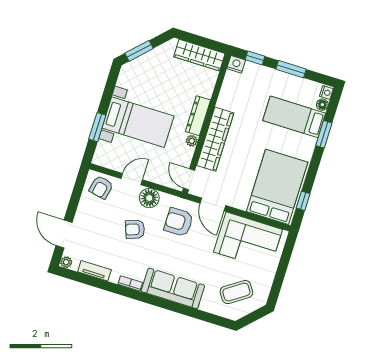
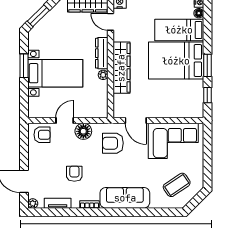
window: (97, 127) -> (24, 66), moved
window: (324, 134) -> (207, 65), moved
door: (189, 179) -> (111, 22), moved
armchair: (101, 187) -> (42, 135), turned -102
bed: (277, 187) -> (176, 61), moved, turned -90
armchair: (135, 229) -> (74, 174), moved, turned 110

